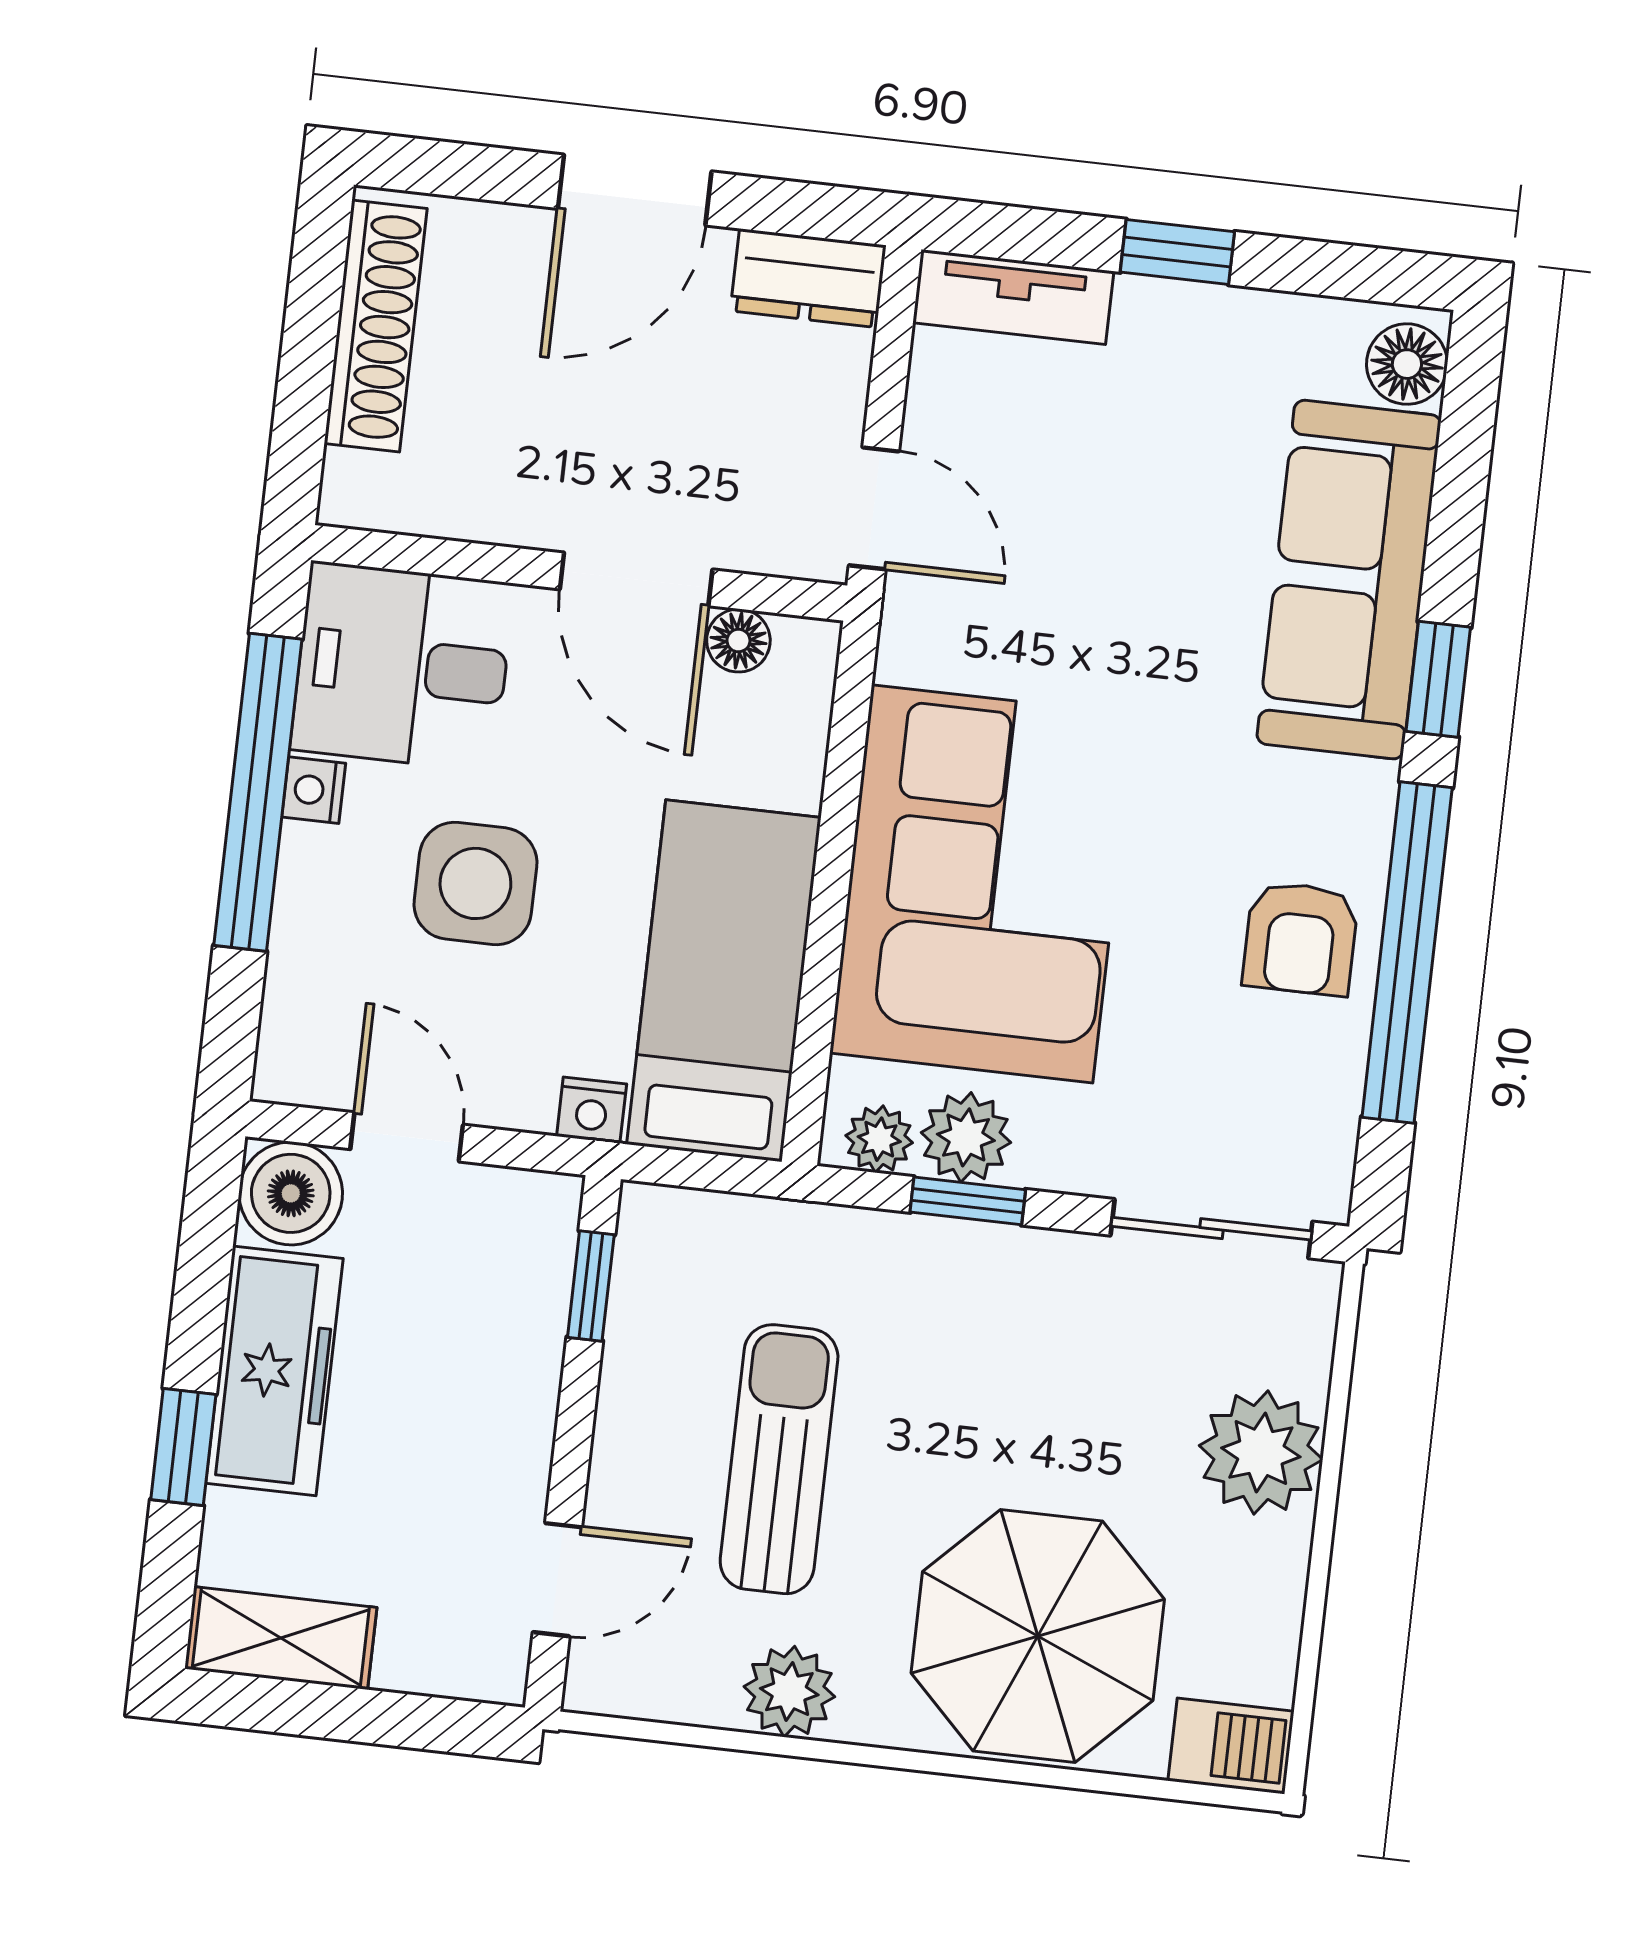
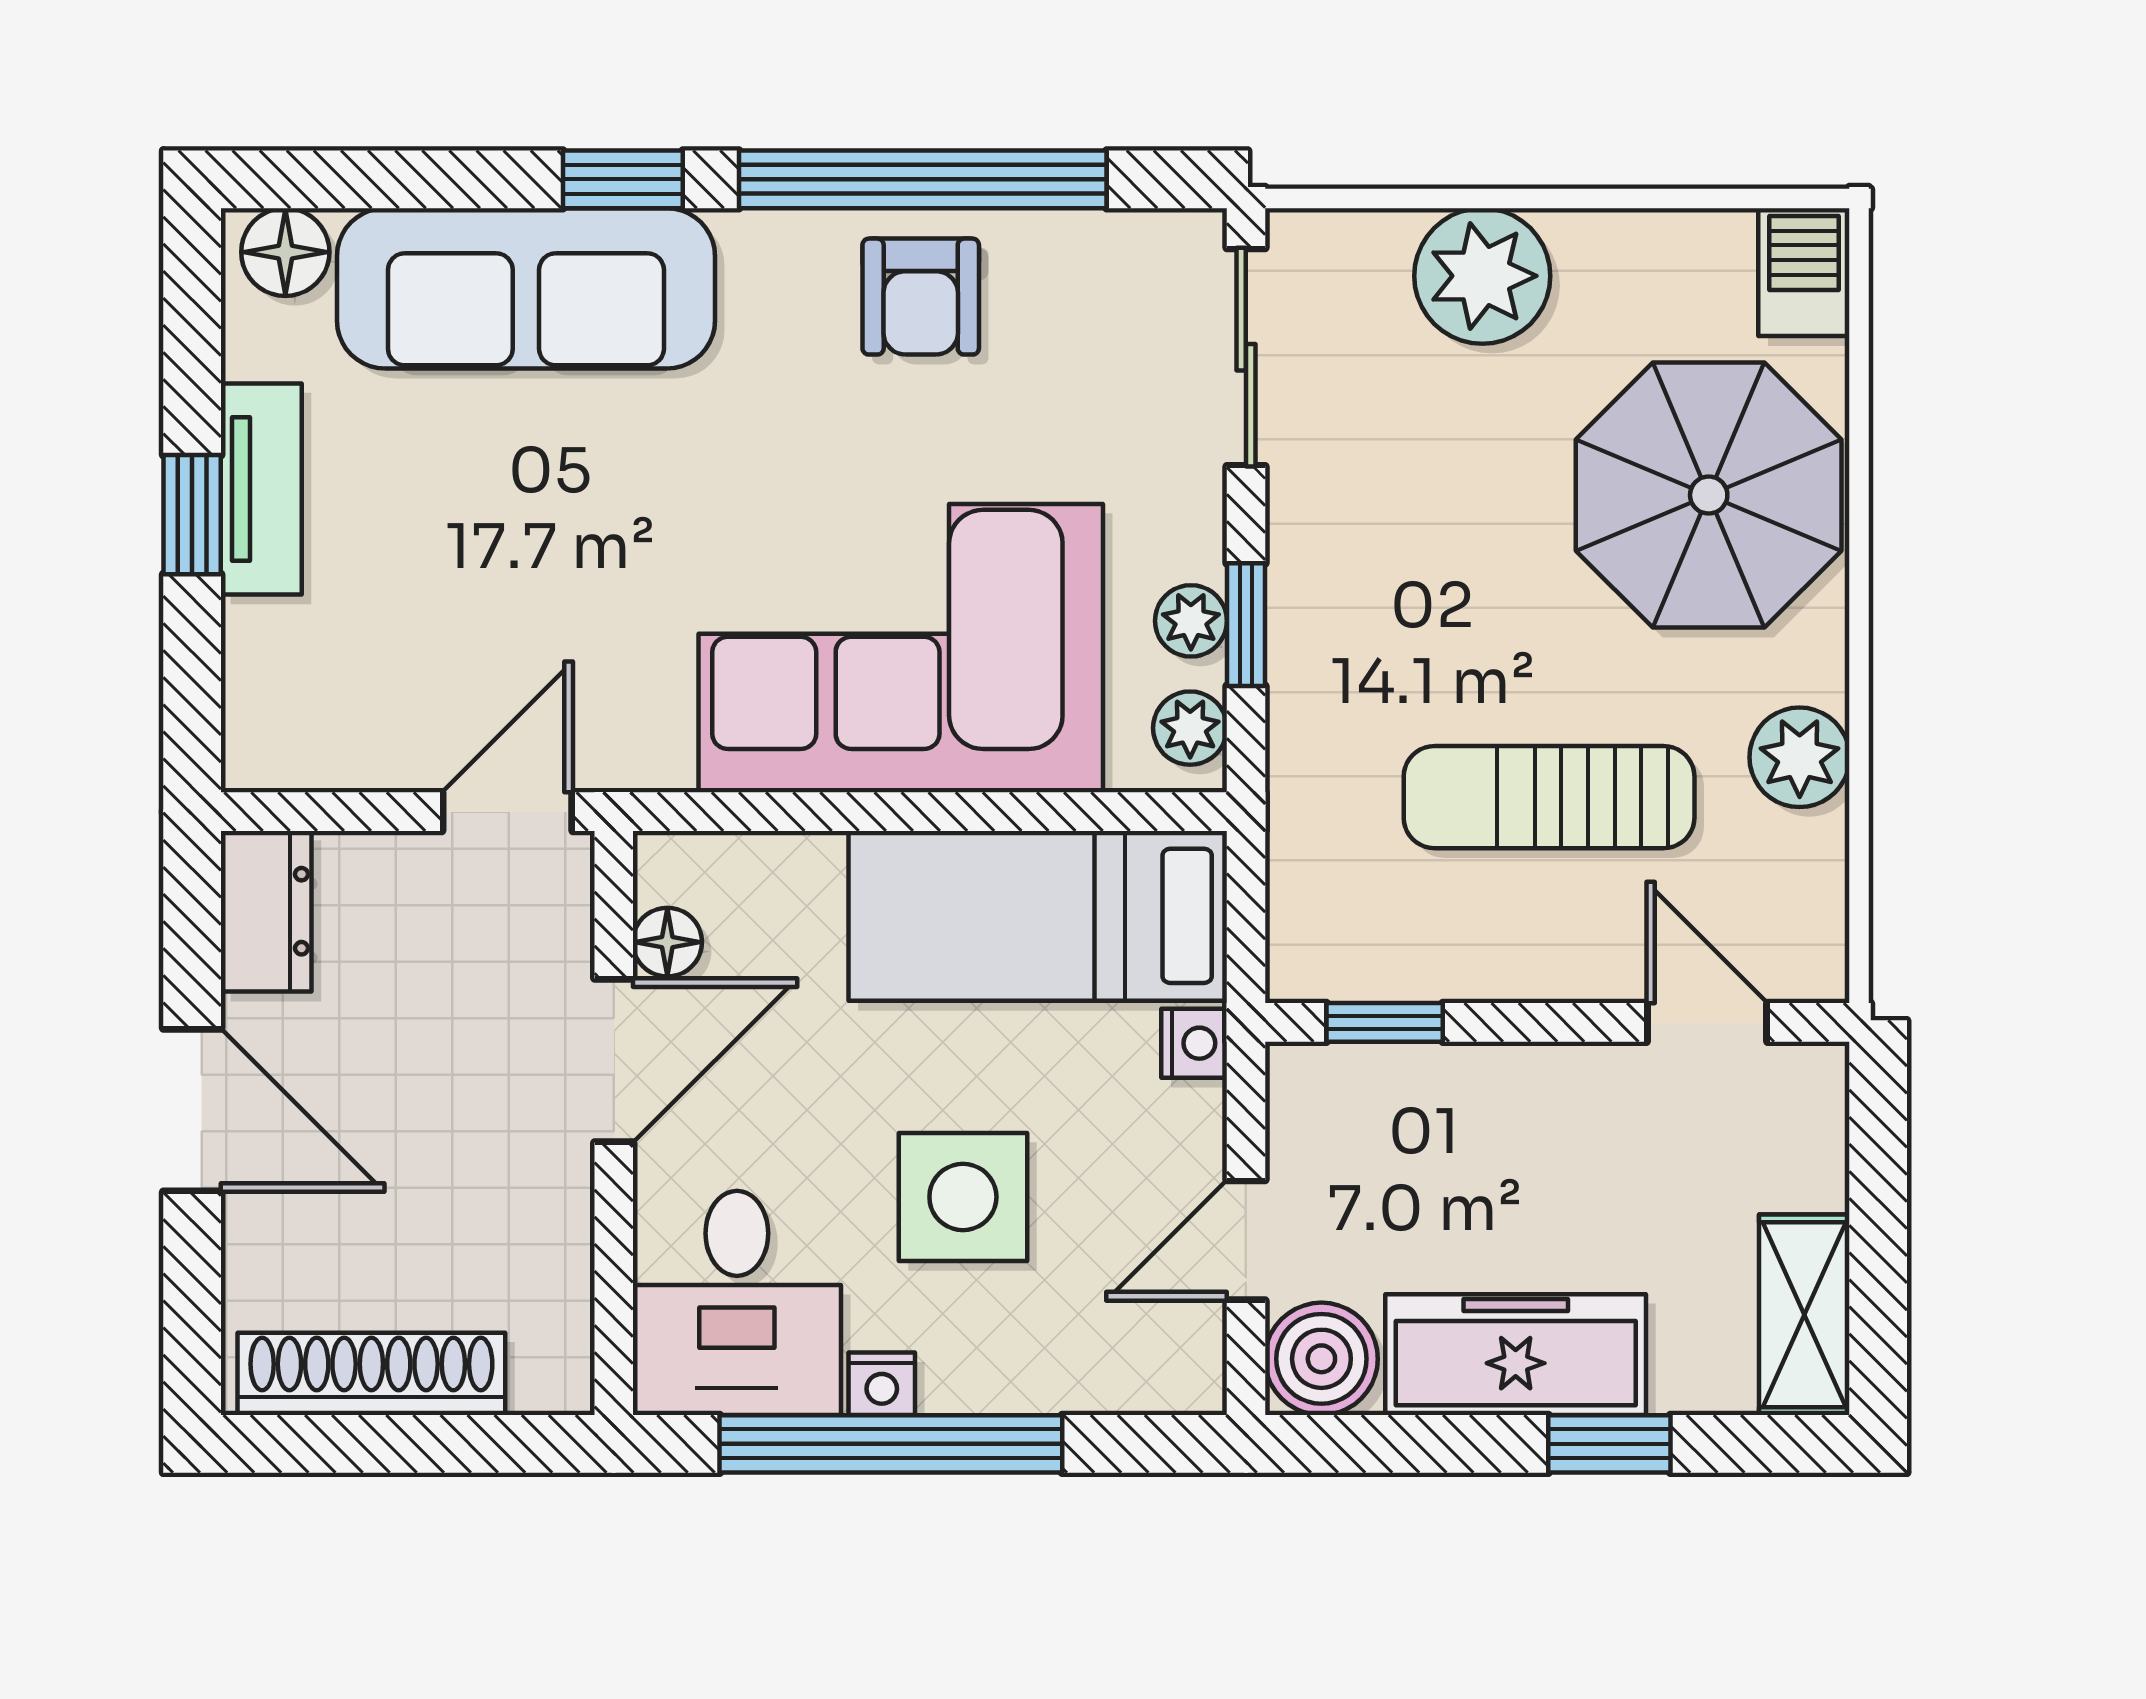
tv unit: (1013, 297) -> (261, 489), moved
armchair: (1300, 938) -> (921, 297), turned 90
plant: (966, 1137) -> (1191, 621), width x0.73, depth x0.73

